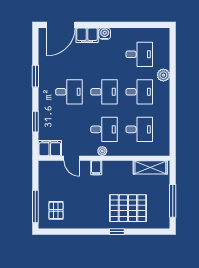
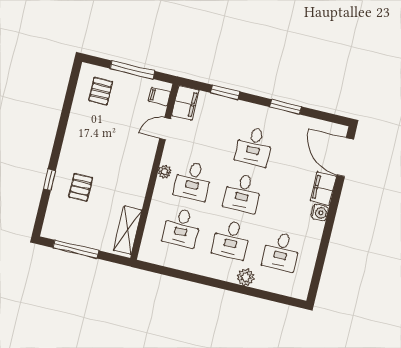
filing cabinet: (96, 168) -> (159, 97), moved
window: (35, 206) -> (132, 70), moved
pallet: (128, 208) -> (81, 187), width x0.49, depth x0.50
pallet: (56, 210) -> (101, 91), turned 90
window: (117, 232) -> (49, 180), moved

